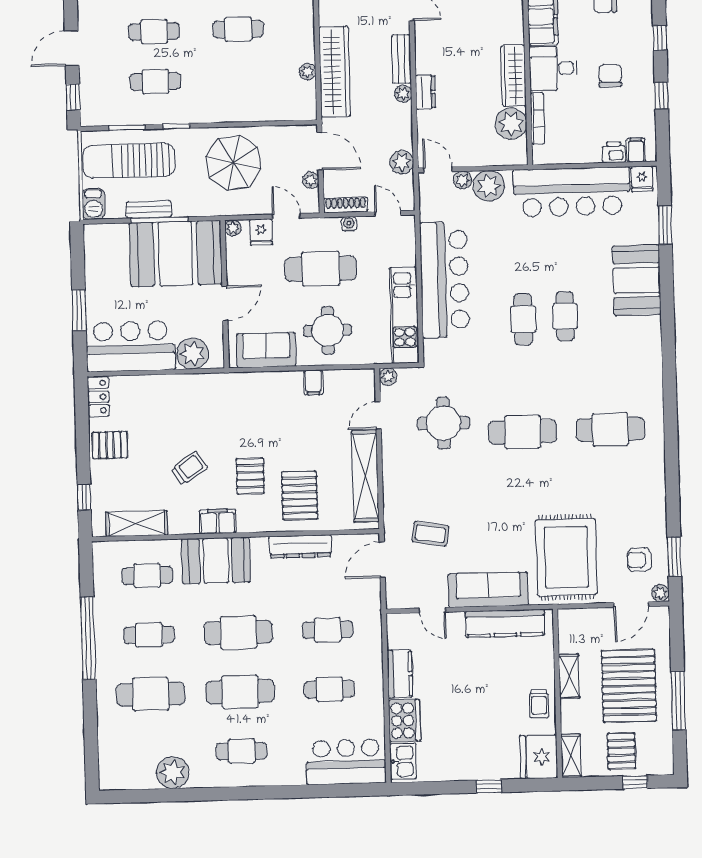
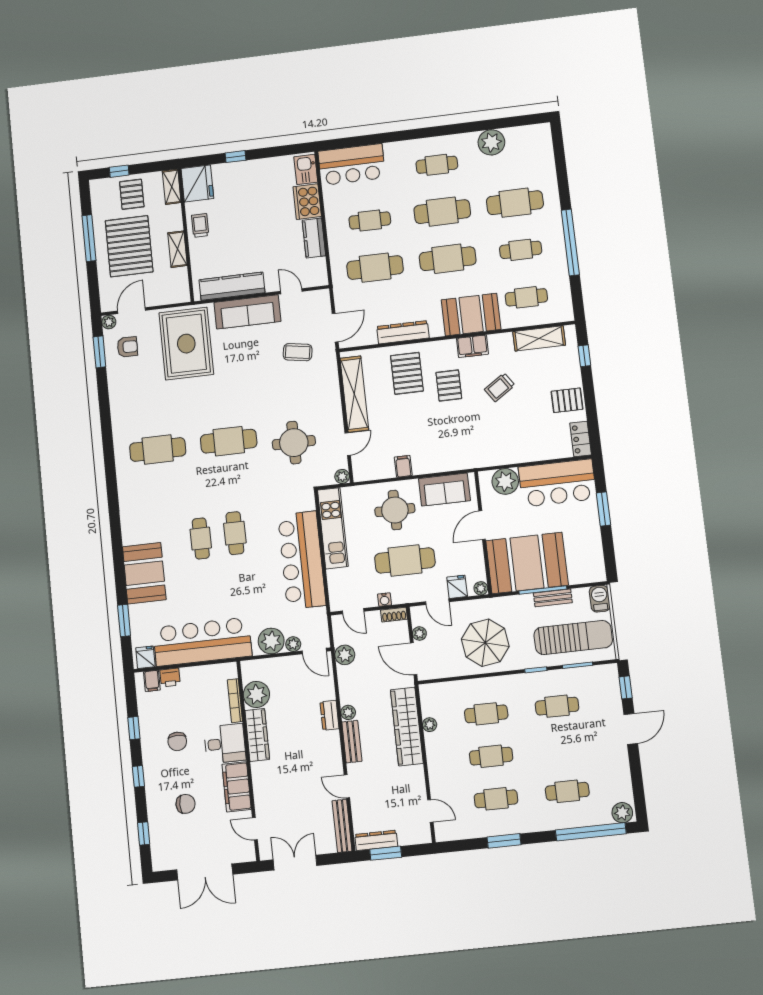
cafe table: (154, 32) -> (486, 714), moved
shoe rack: (346, 205) -> (394, 615), width x0.70
cafe table: (328, 630) -> (375, 268), width x1.37, depth x1.35

